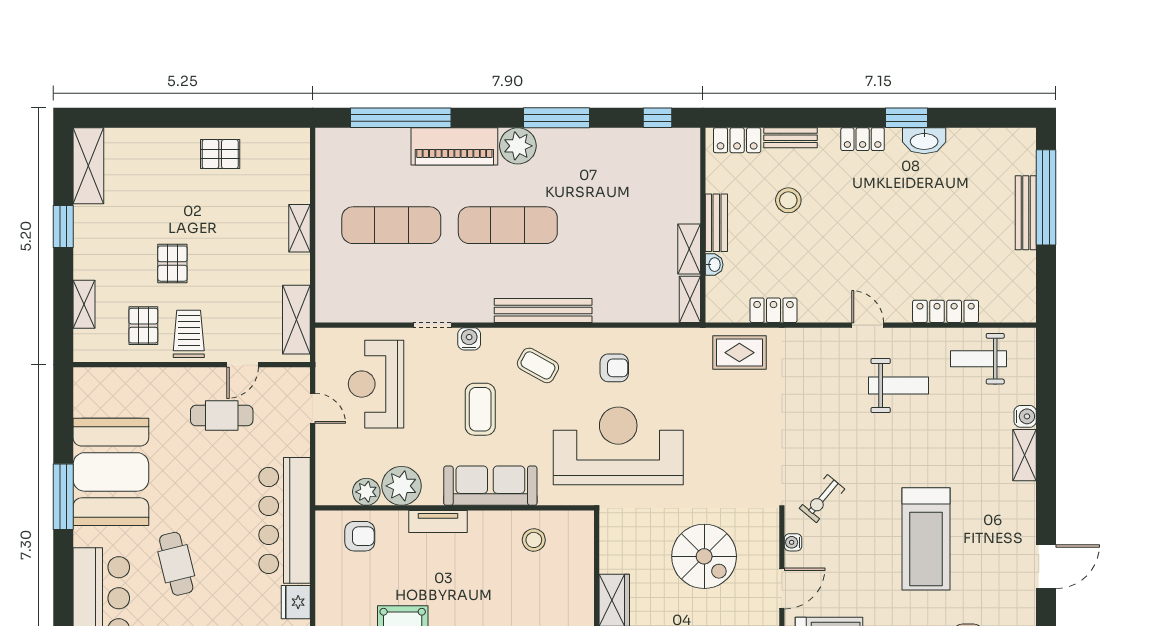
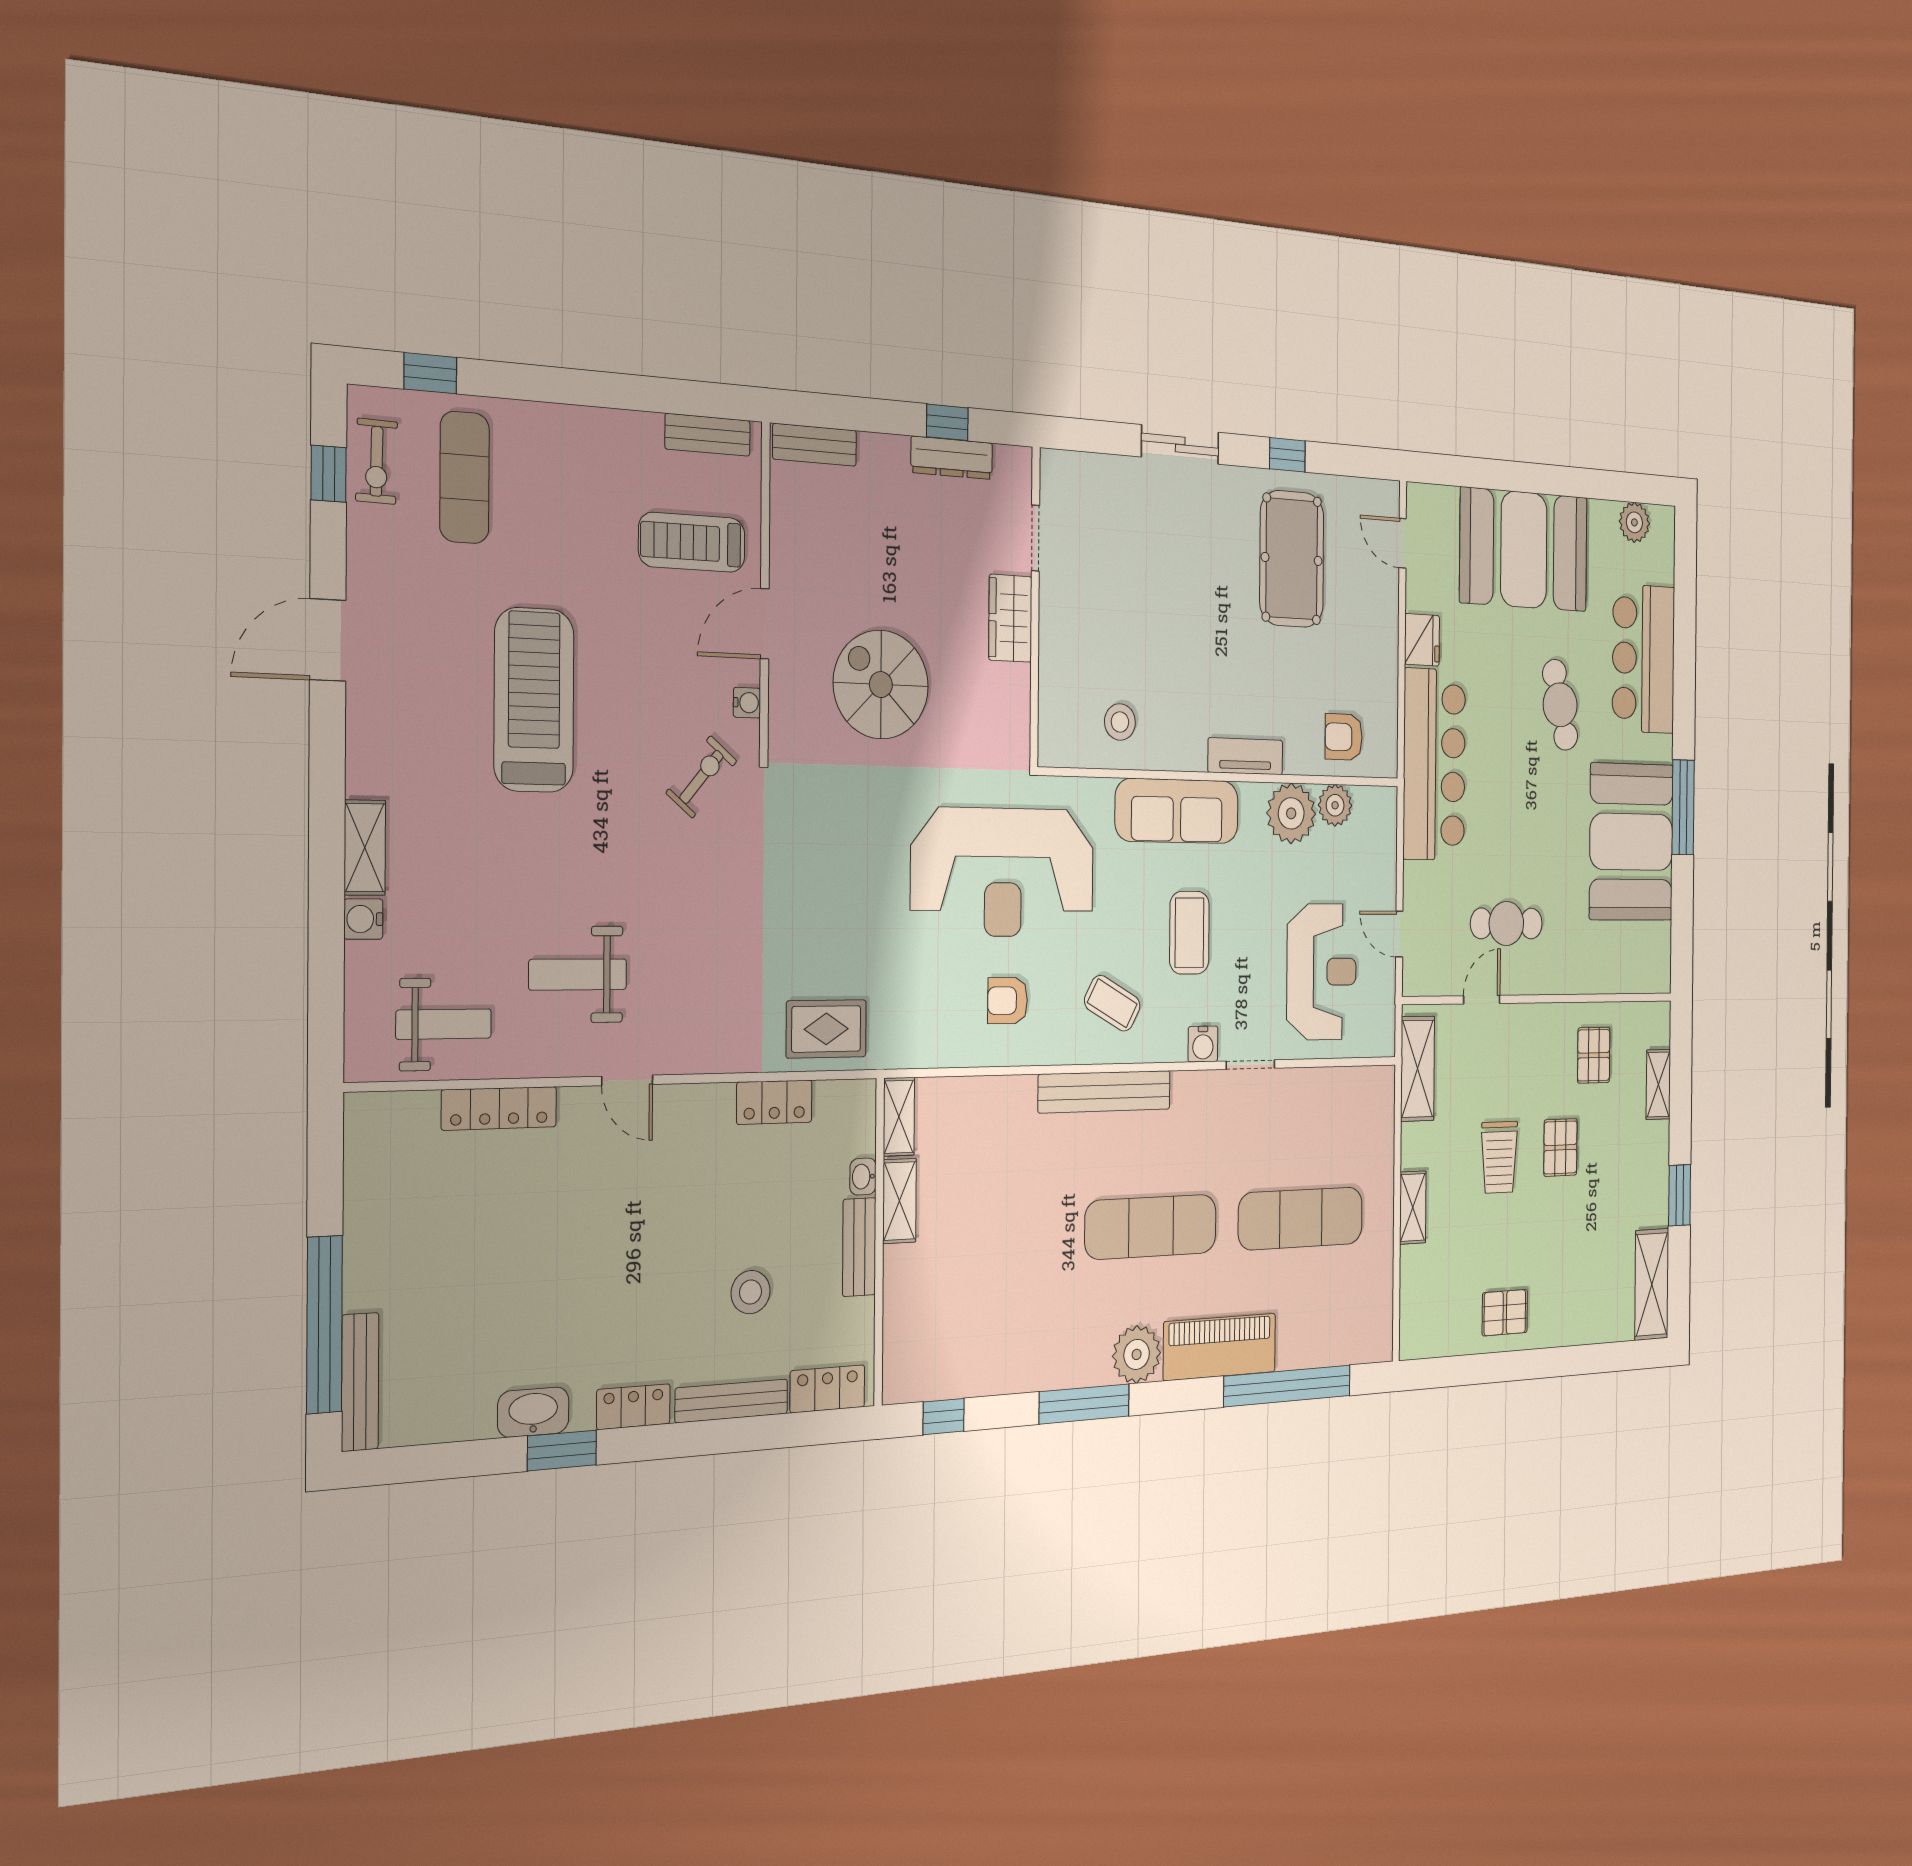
bench: (791, 138) -> (732, 1401), width x1.36
bench: (1026, 213) -> (360, 1382), moved
trolley: (189, 334) -> (1499, 1157), moved

